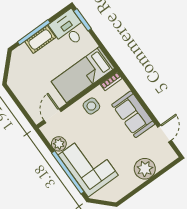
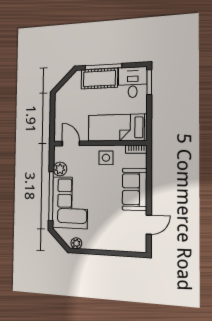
cot: (40, 39) -> (99, 79), width x1.37, depth x1.34
door: (52, 116) -> (71, 143), hinge flipped
plant: (145, 169) -> (76, 243), moved, width x0.53, depth x0.53

